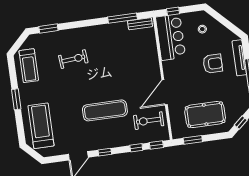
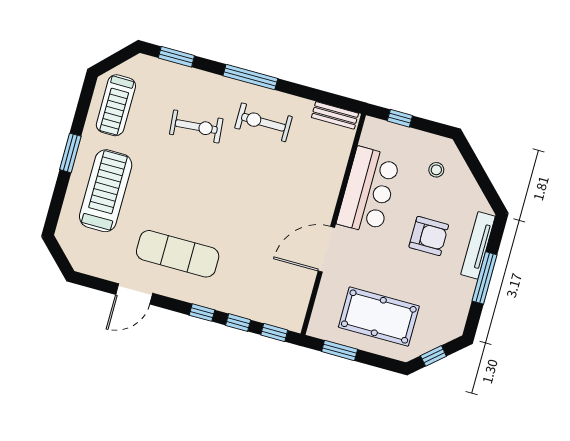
window: (123, 18) -> (250, 77), moved
bar counter: (171, 37) -> (368, 191), moved
exercise mat: (105, 110) -> (178, 254), moved
exercise bike: (149, 121) -> (263, 122), moved
treadmill: (41, 126) -> (106, 191), moved
window: (105, 152) -> (202, 313), moved

